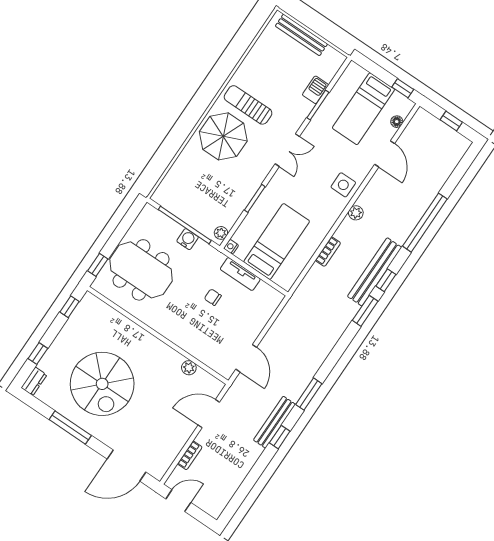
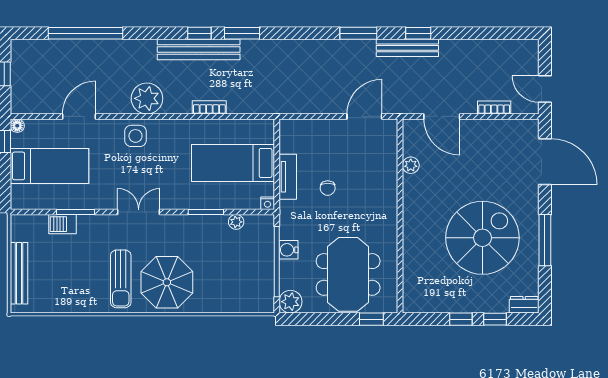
floor lamp: (397, 122) -> (17, 126), moved
plant: (356, 213) -> (147, 98), width x1.87, depth x1.87
plant: (149, 215) -> (290, 302), added
window: (425, 223) -> (85, 33), moved
plant: (221, 233) -> (236, 222), moved
window: (69, 307) -> (461, 319), moved

